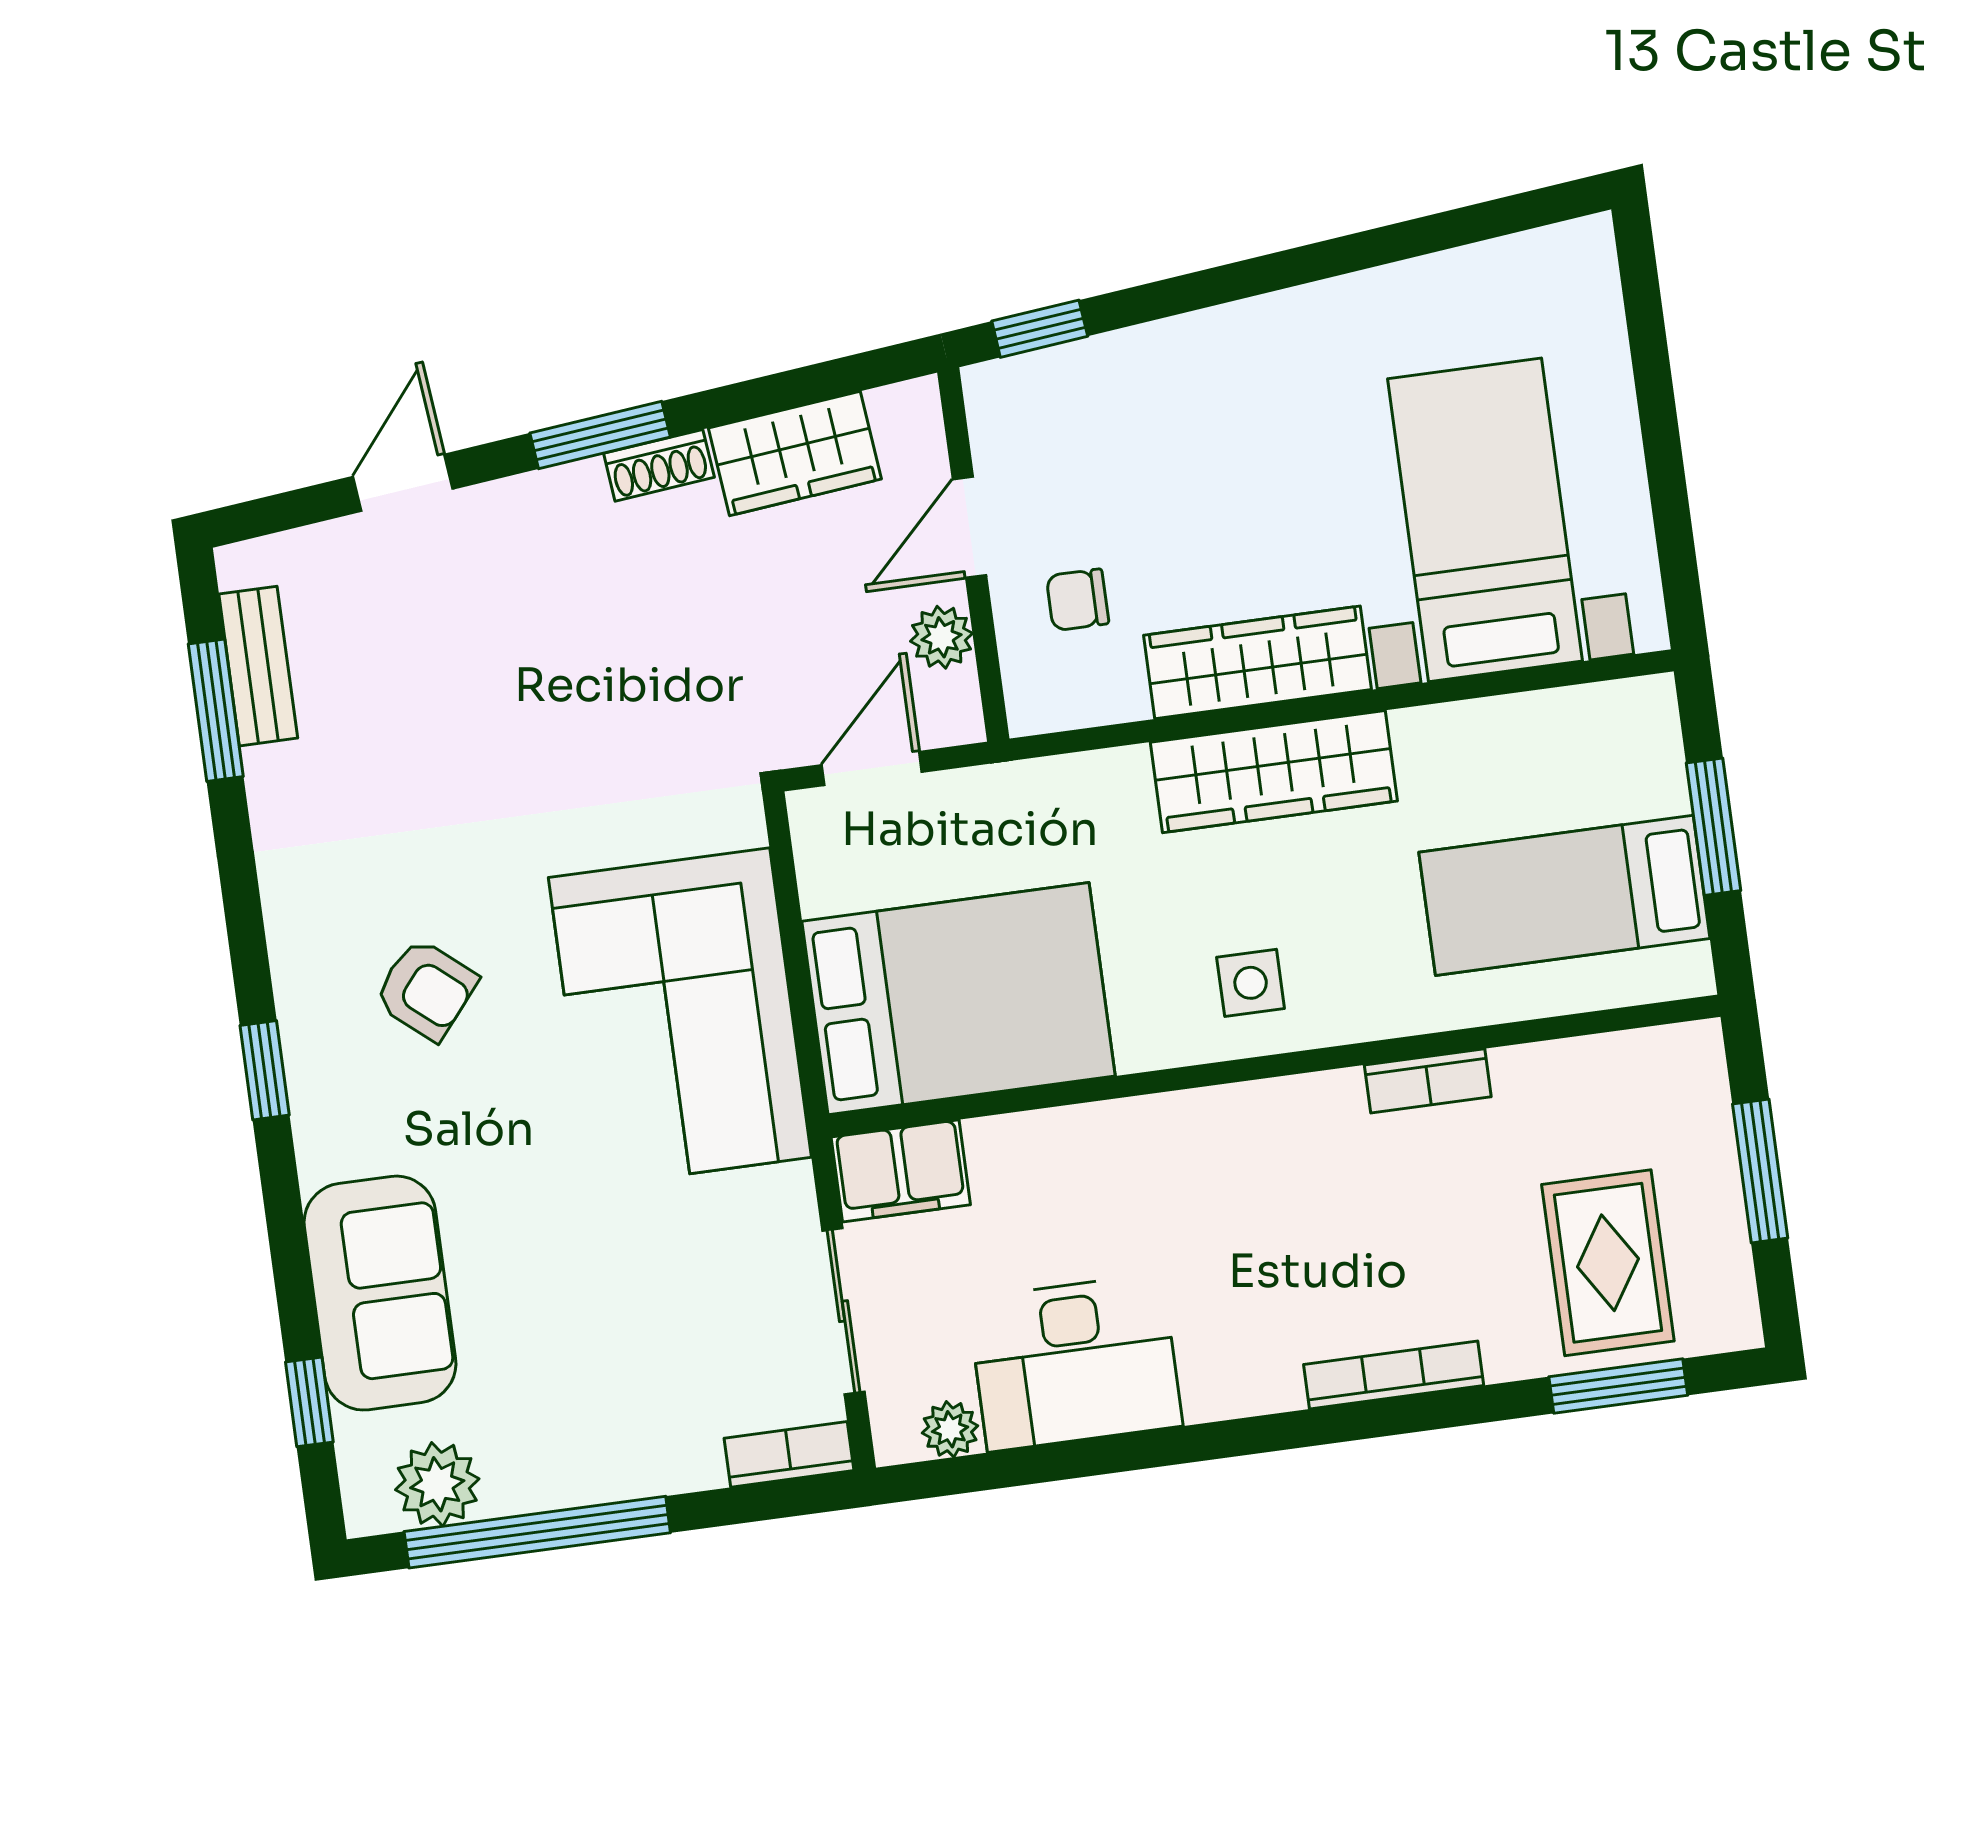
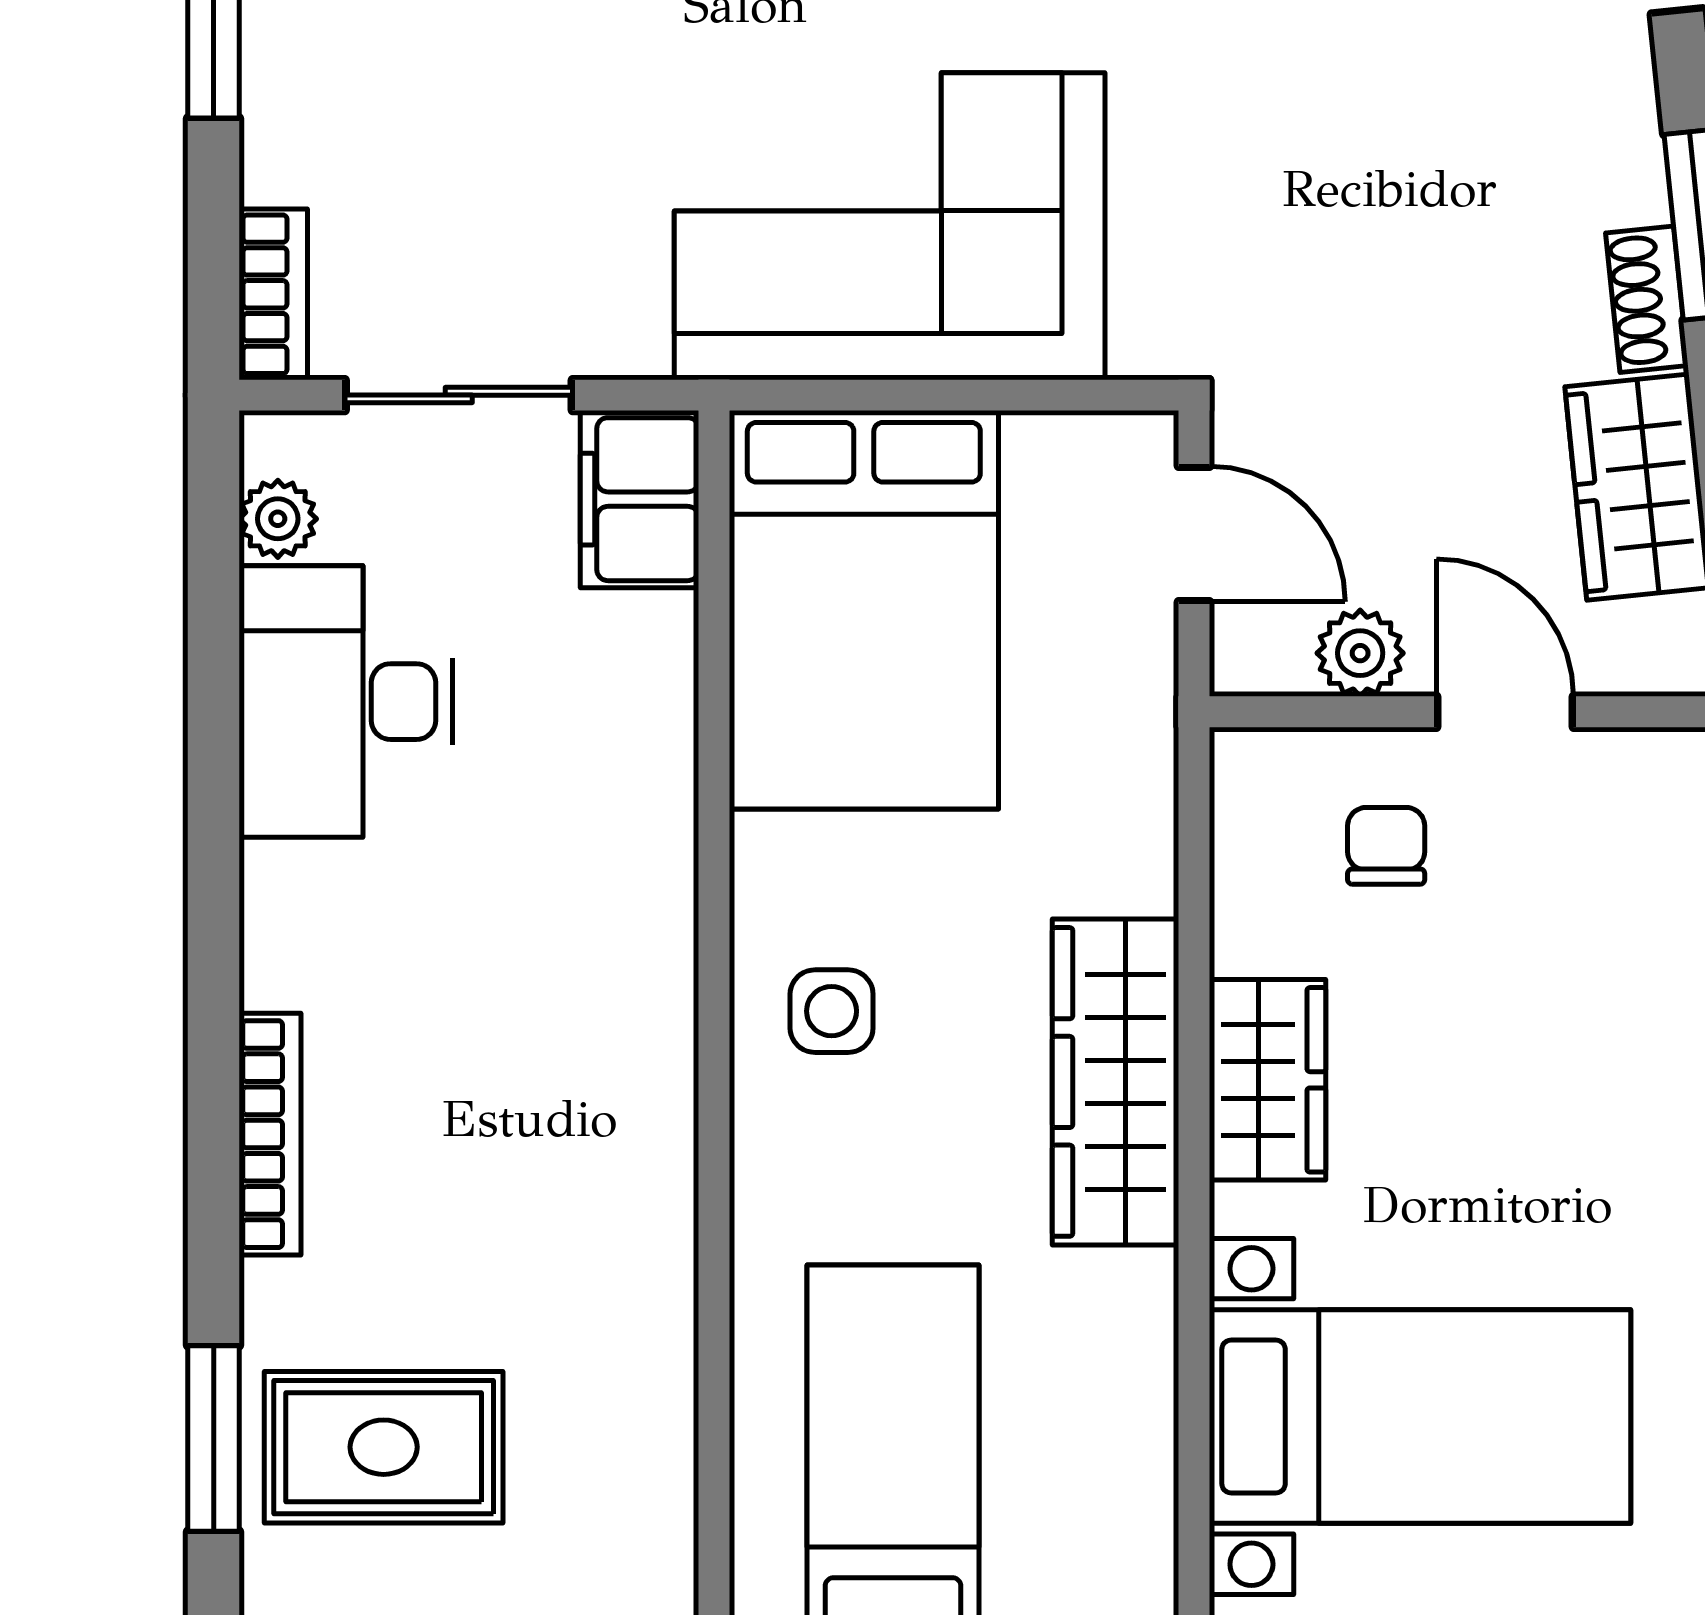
wardrobe: (1258, 662) -> (1267, 1080), width x0.67
bookcase: (1428, 1081) -> (665, 1235), removed

